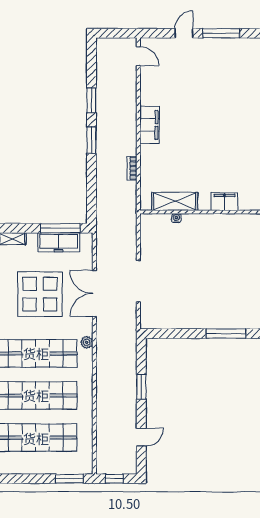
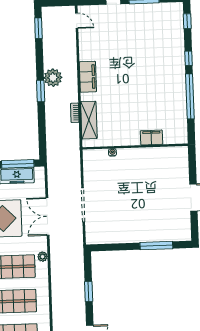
window: (91, 100) -> (38, 28), moved
plant: (107, 125) -> (53, 78), added
shelving: (175, 201) -> (89, 120), moved, turned 90

